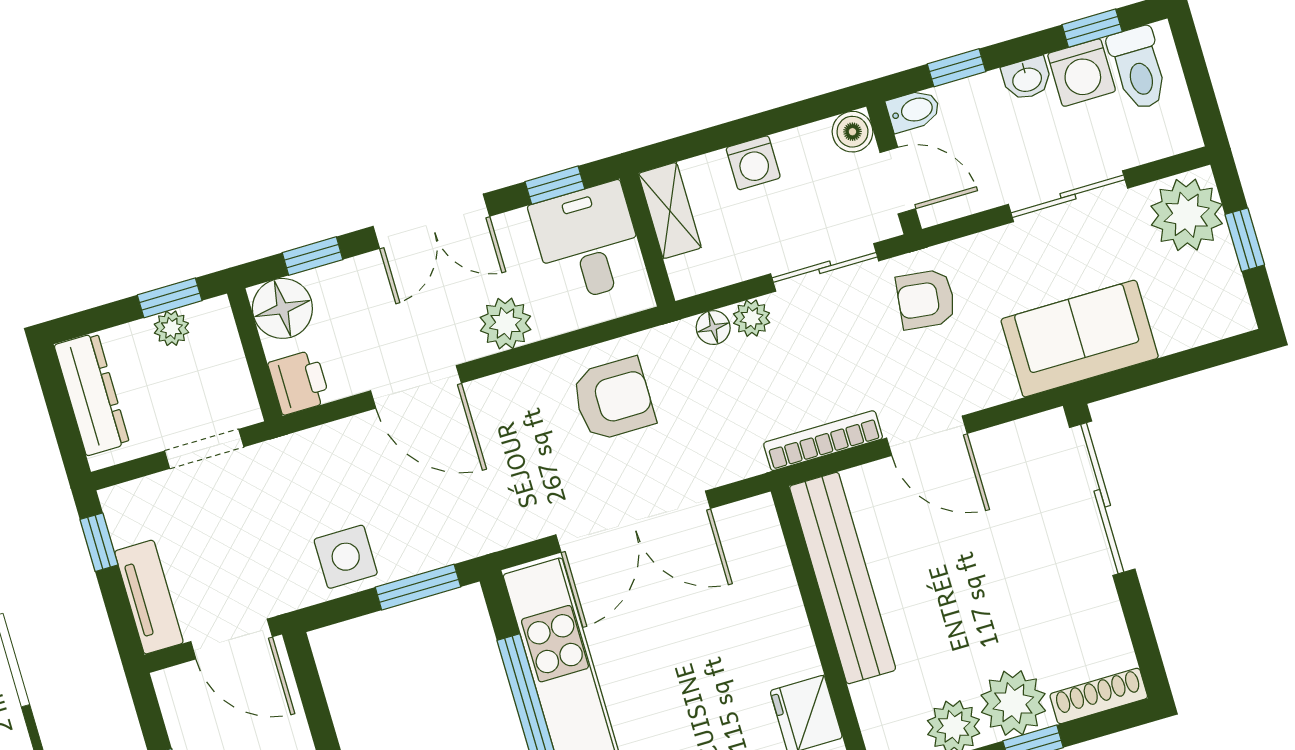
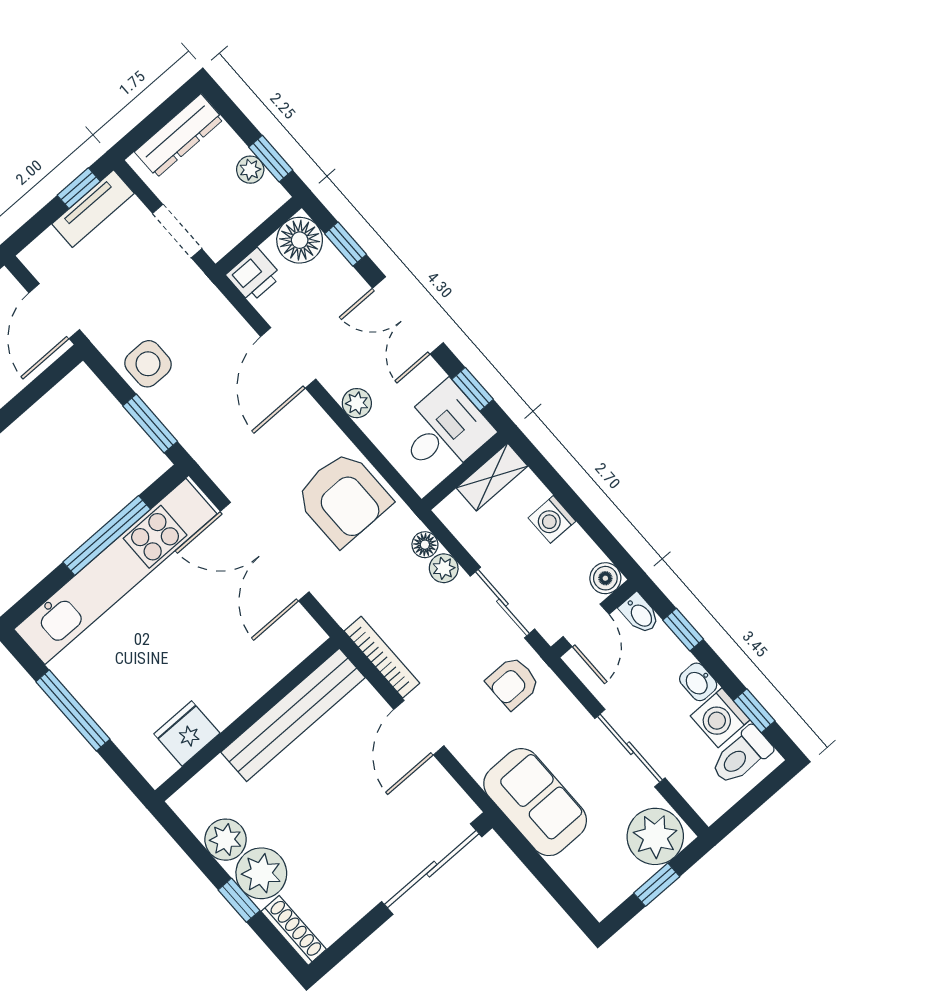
armchair: (926, 299) -> (513, 683), turned -97
plant: (506, 323) -> (357, 403), width x0.73, depth x0.73
armchair: (613, 399) -> (343, 499), width x1.36, depth x1.36
tv unit: (149, 597) -> (93, 209), moved

